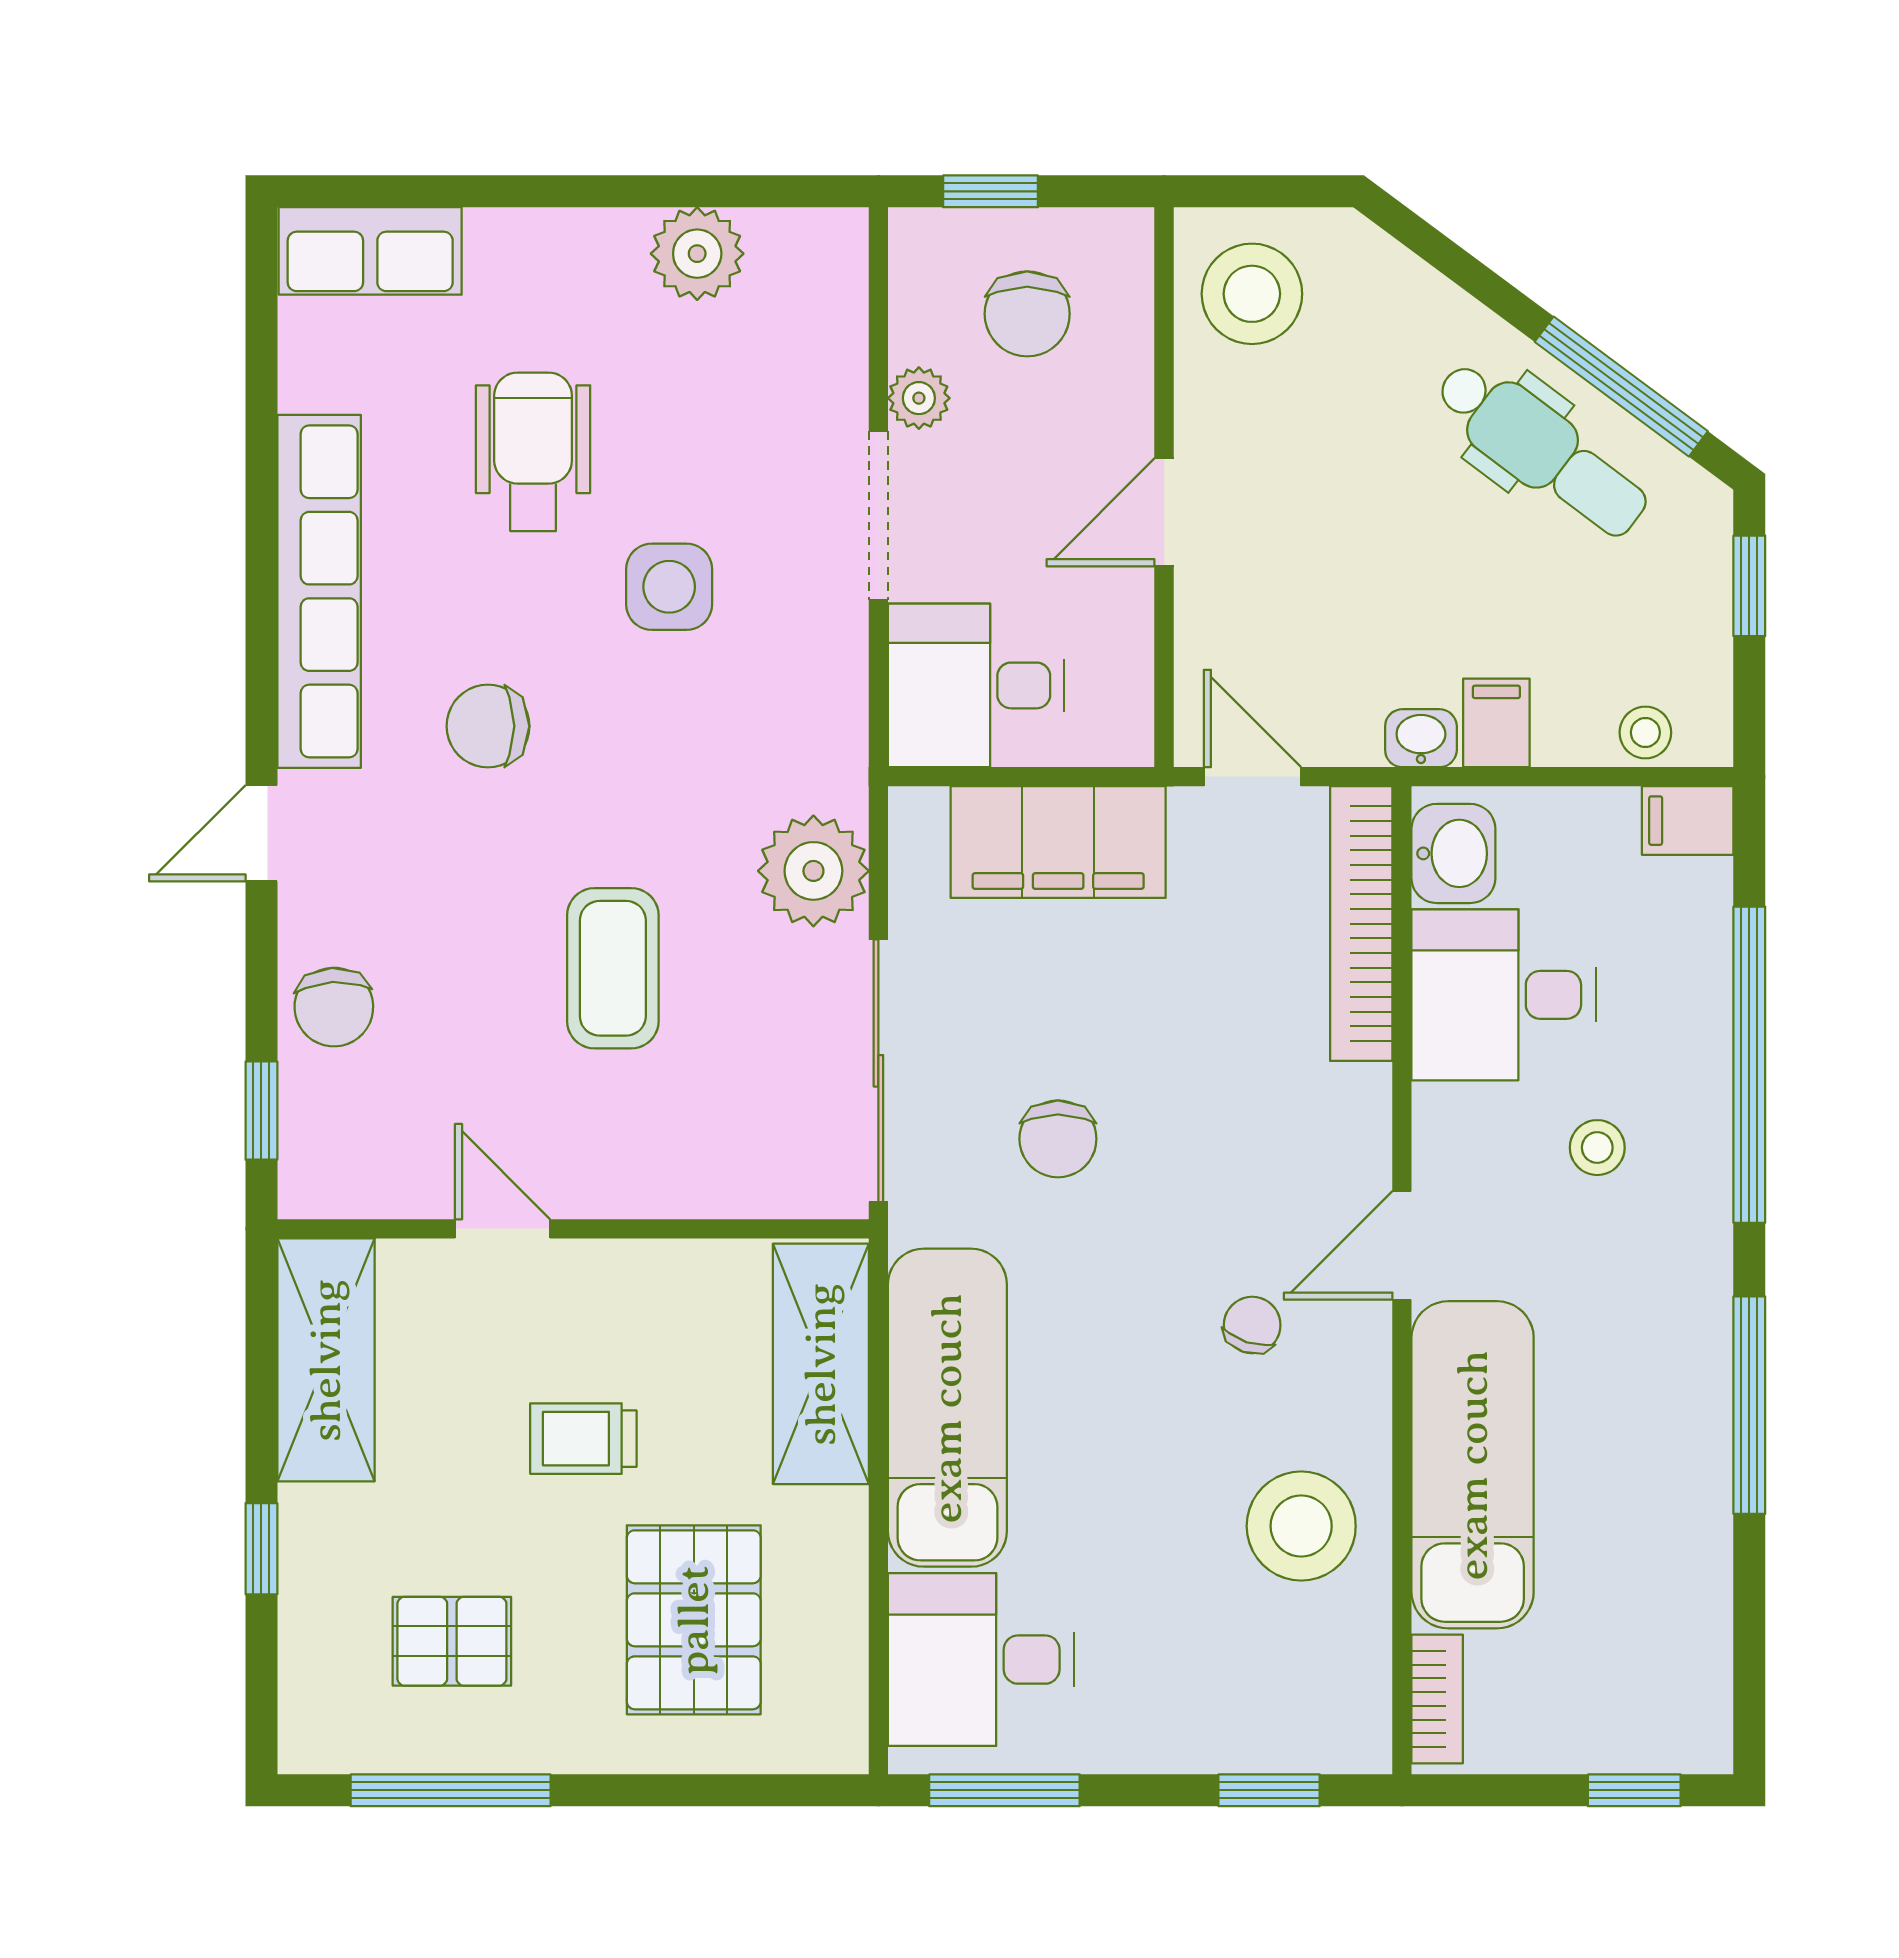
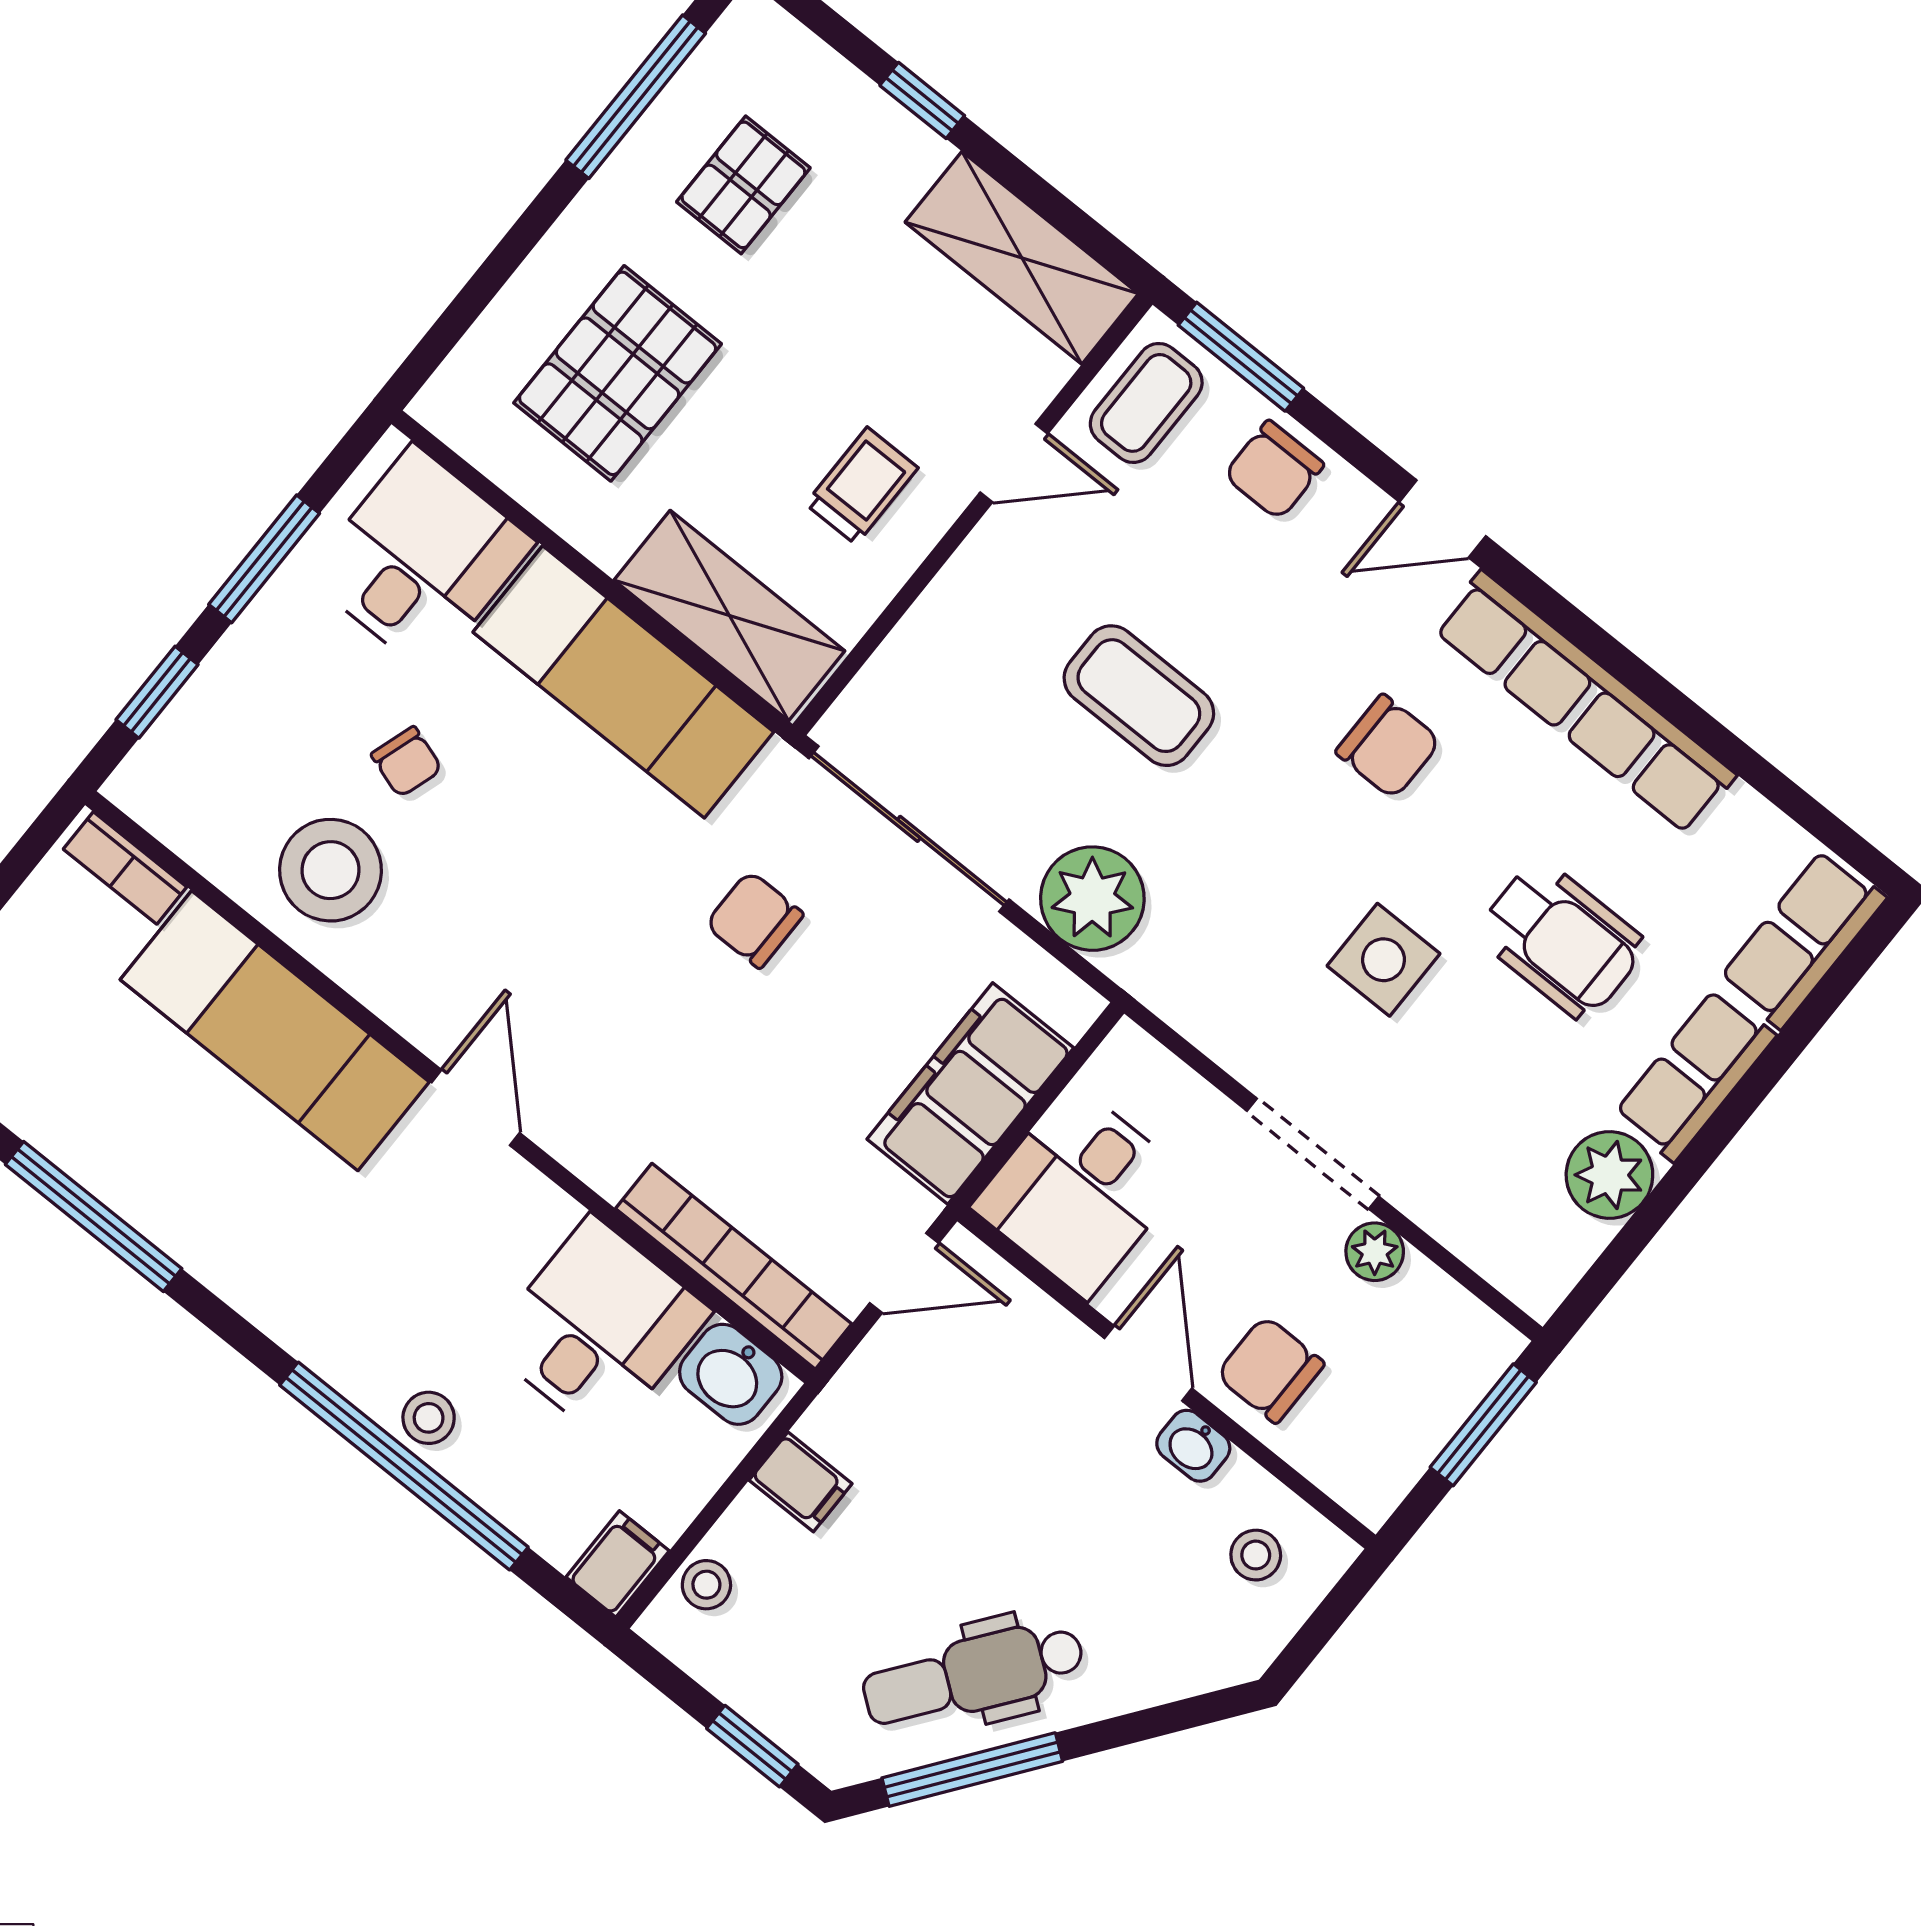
window: (991, 191) -> (1483, 1425), width x1.50
row of seats: (556, 249) -> (1695, 1075), added
stool: (1252, 294) -> (1256, 1555), width x0.53, depth x0.53
chair: (1027, 314) -> (1270, 1370), moved
desk: (976, 685) -> (1079, 1191), moved, turned 180
chair: (488, 726) -> (1388, 746), turned 90
washbasin: (1421, 738) -> (1193, 1446), moved, turned 90
door: (261, 833) -> (1443, 519), swing flipped
chair: (334, 1007) -> (1274, 470), turned -87
window: (261, 1111) -> (1241, 357), width x1.50
stool: (1597, 1148) -> (429, 1418), moved
coffee table: (364, 1159) -> (1146, 403), added
chair: (1252, 1325) -> (407, 762), moved
window: (1749, 1405) -> (94, 1216), moved
trolley: (583, 1439) -> (862, 486), moved
pallet: (694, 1620) -> (618, 373), turned 90
window: (1004, 1790) -> (264, 559), moved

